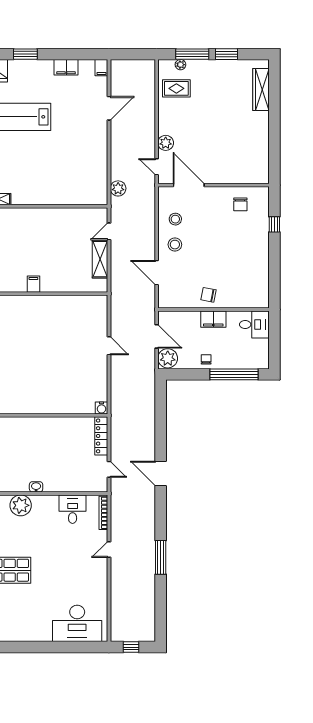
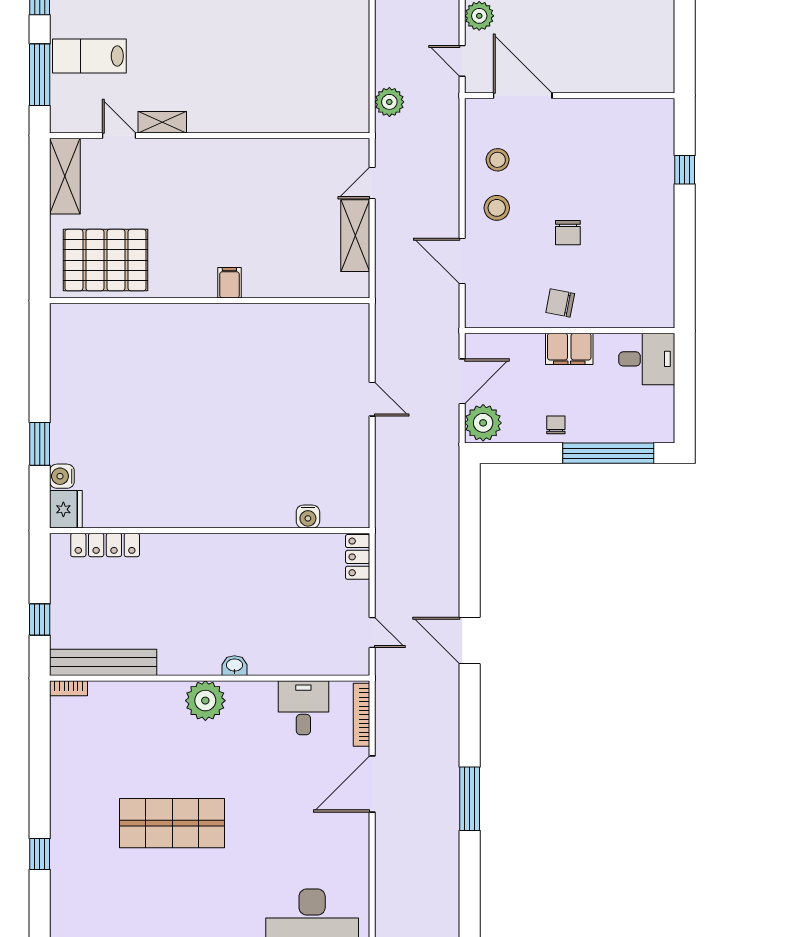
chair: (240, 204) -> (568, 233), moved
door: (157, 336) -> (462, 381), hinge flipped
water cooler: (102, 408) -> (308, 517), moved
locker: (101, 436) -> (358, 557), width x0.66
door: (109, 550) -> (372, 784), width x1.88

